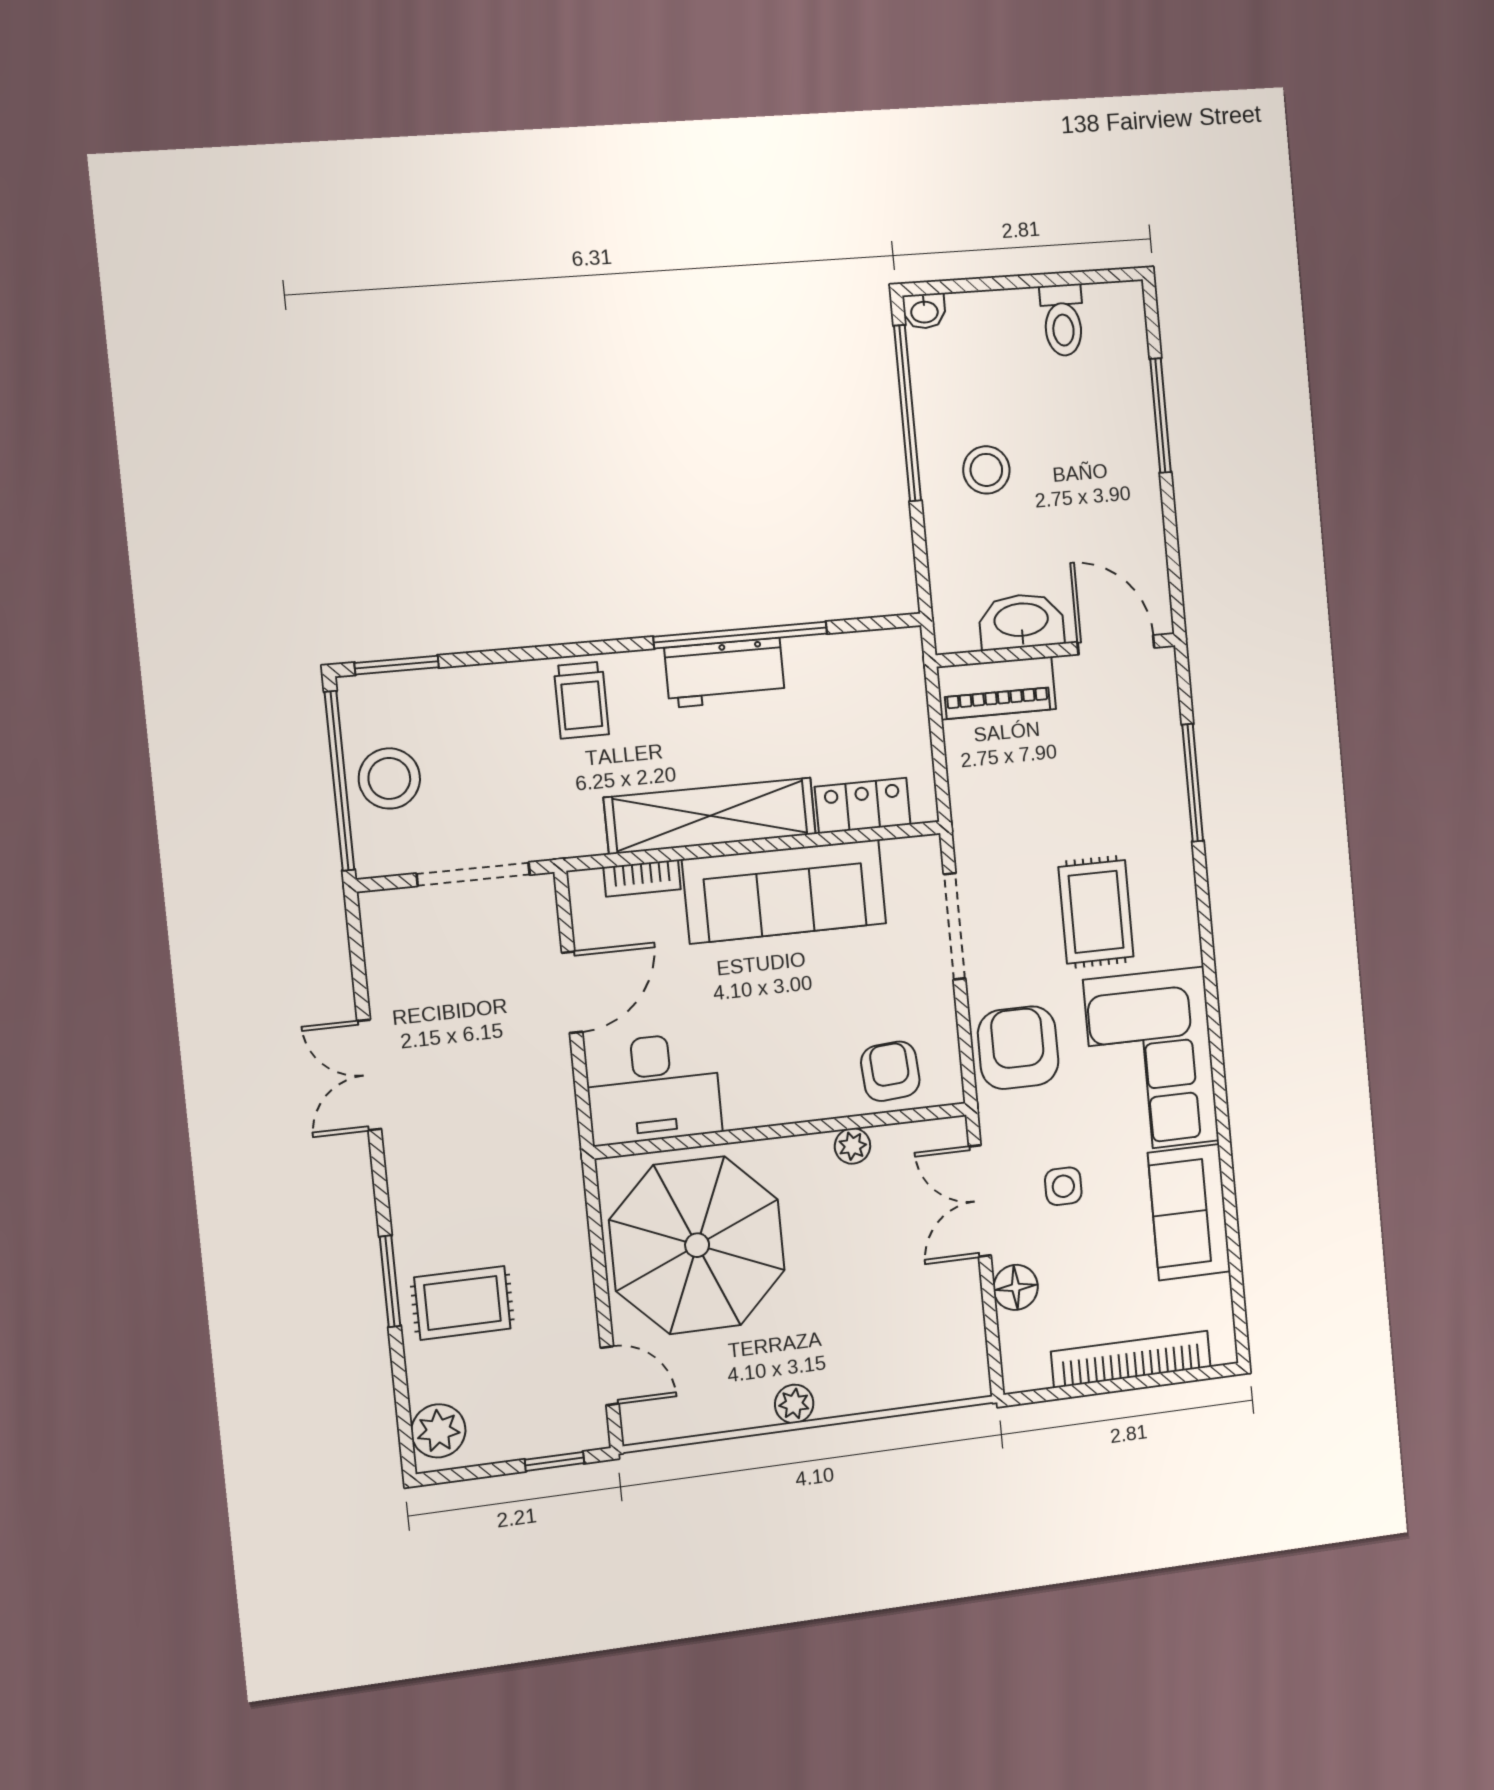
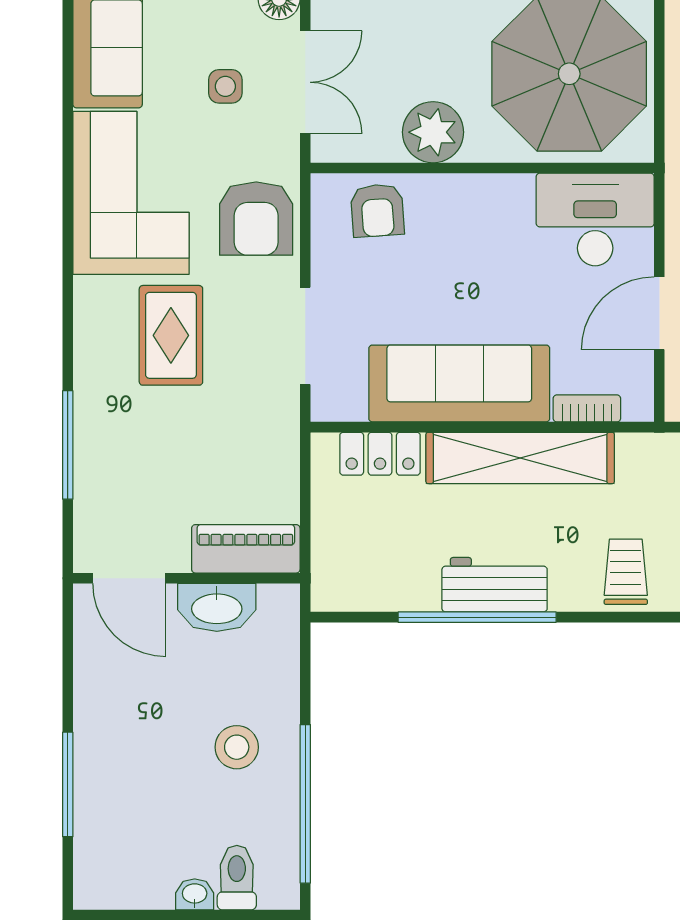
washbasin: (924, 311) -> (195, 894), moved
toilet: (1063, 320) -> (237, 878), moved
plant: (852, 1146) -> (433, 132), width x1.88, depth x1.88

